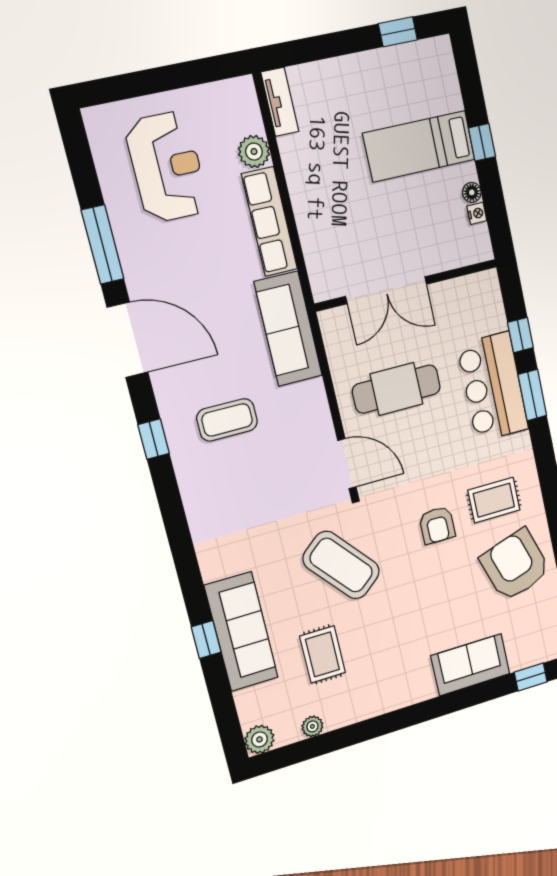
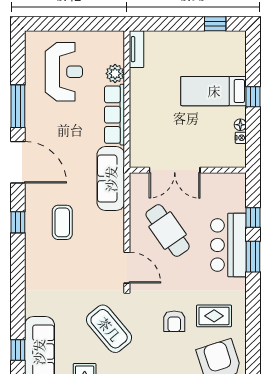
cafe table: (396, 389) -> (168, 231), turned 55
coffee table: (227, 420) -> (62, 222), turned 90

